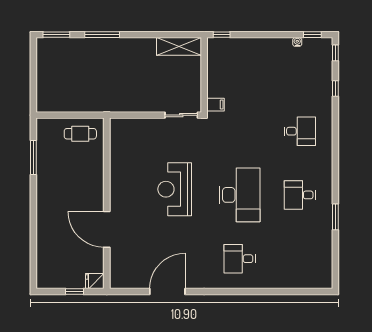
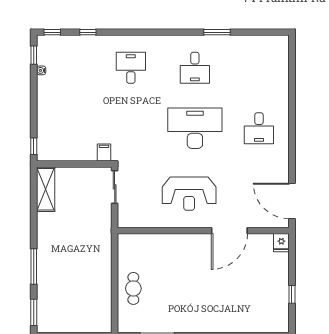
wall: (107, 203) -> (203, 231), moved
door: (107, 229) -> (229, 231), moved
fridge: (95, 281) -> (281, 243), moved

